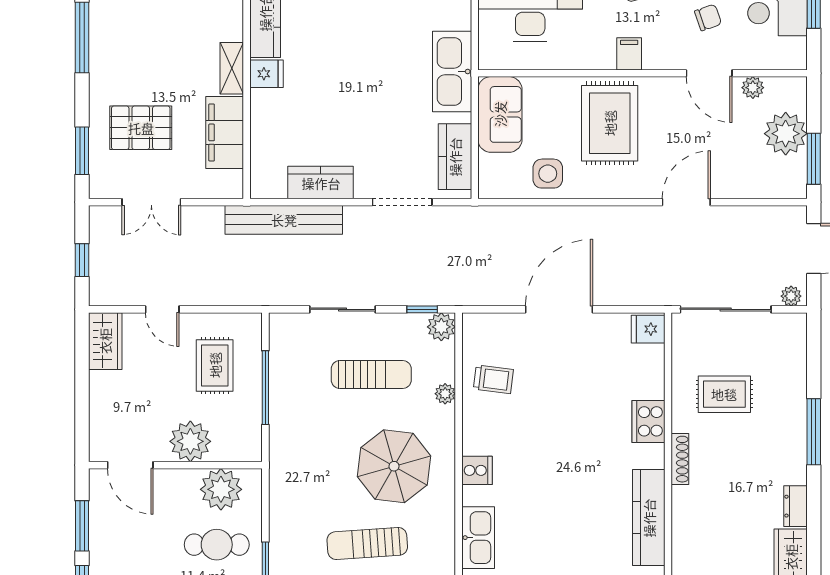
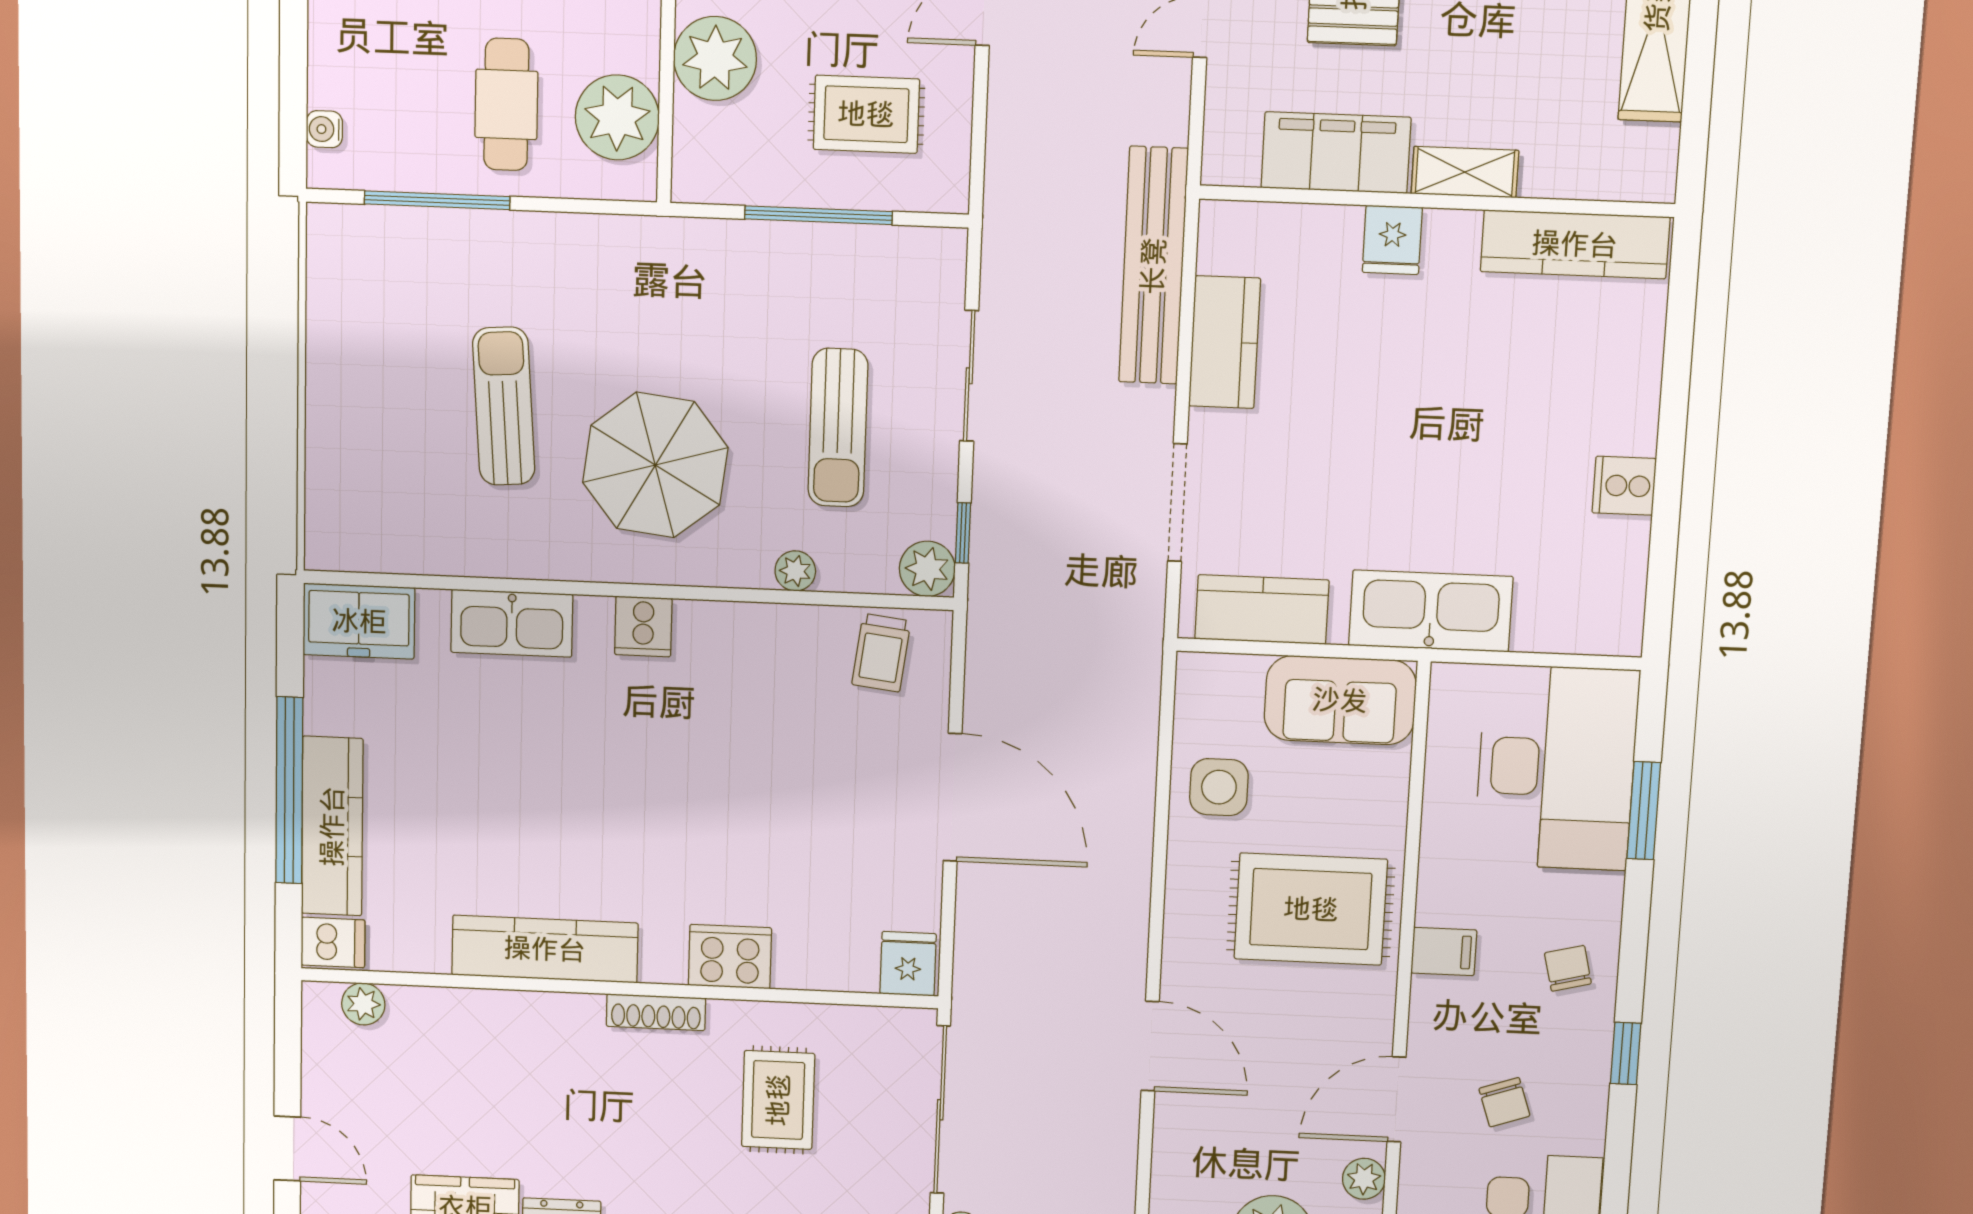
fridge: (266, 74) -> (1392, 240), moved
trolley: (493, 379) -> (881, 653), moved

